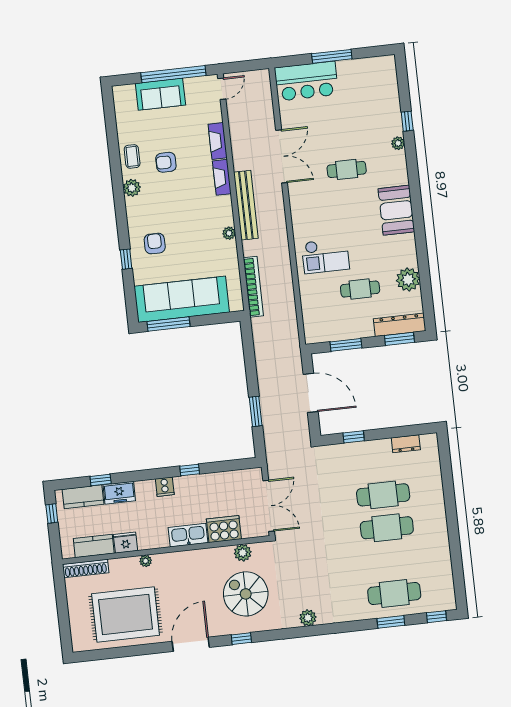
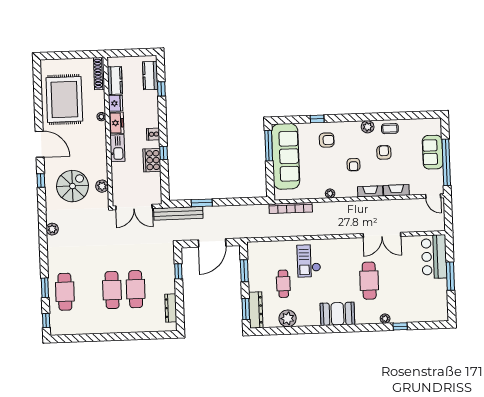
cafe table: (347, 169) -> (369, 281), width x1.37, depth x1.35
armchair: (186, 203) -> (354, 165), added
bench: (246, 205) -> (178, 213), moved
dresser: (406, 444) -> (171, 308), width x1.44
freezer: (119, 493) -> (116, 123), moved, turned 180
window: (52, 513) -> (140, 52), removed
cooker: (224, 529) -> (152, 160), moved, turned 180

